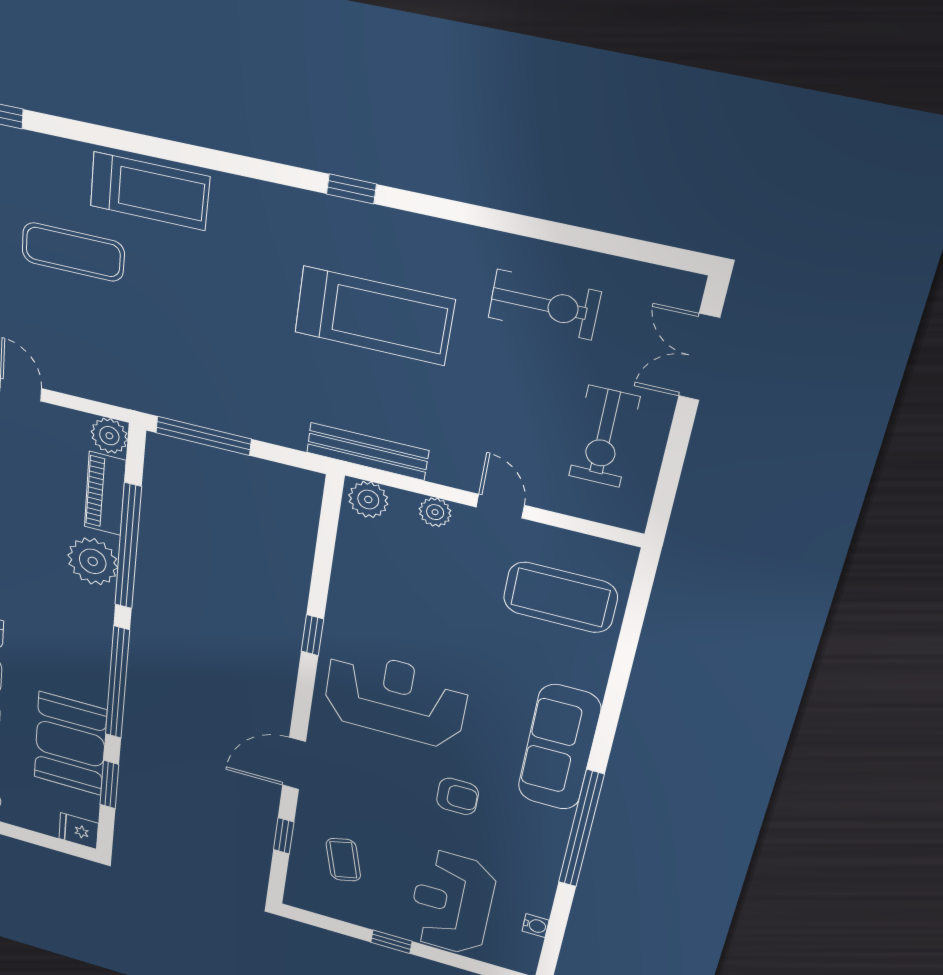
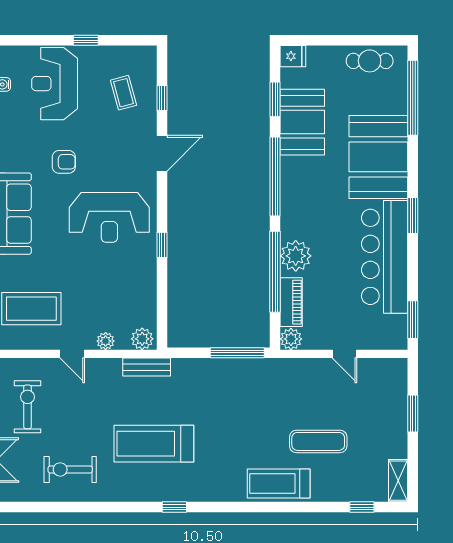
bench: (367, 451) -> (147, 367), width x0.73
armchair: (458, 796) -> (64, 162), turned 180
reception desk: (452, 903) -> (55, 84), turned 180

